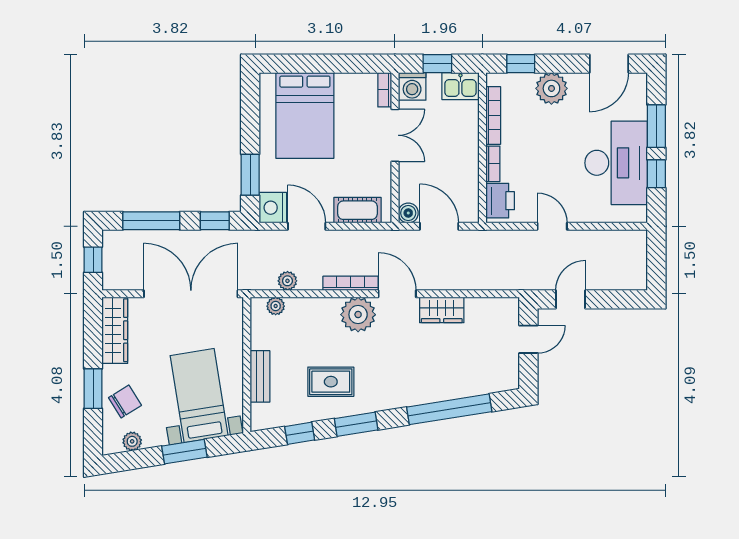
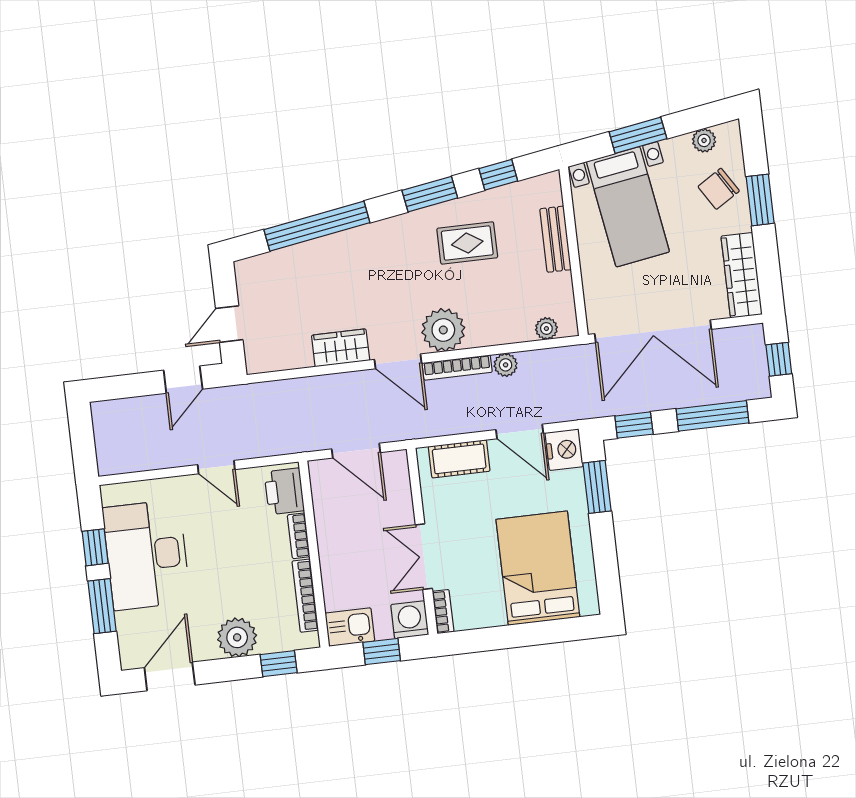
boiler: (408, 213) -> (396, 463), removed
plant: (287, 281) -> (506, 365), moved

